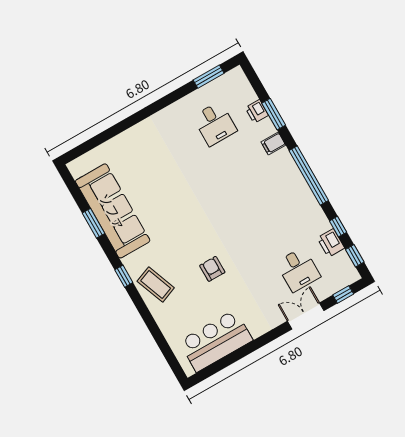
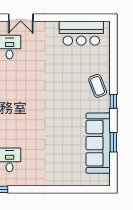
armchair: (212, 269) -> (59, 76), removed

